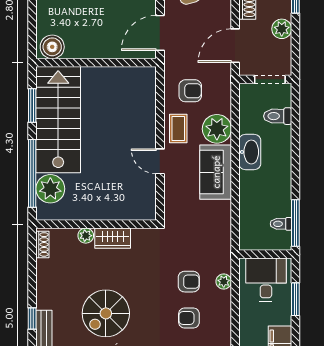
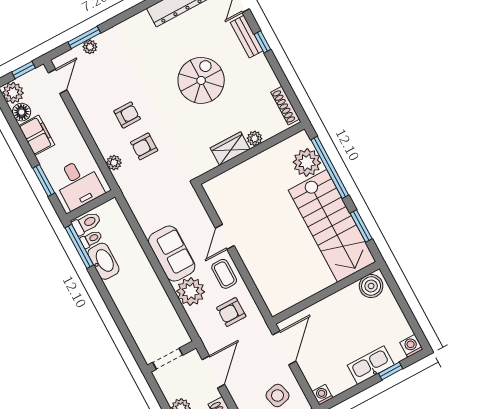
toilet: (278, 116) -> (86, 223), moved
washbasin: (250, 152) -> (103, 261), moved, turned 180
door: (160, 161) -> (225, 237), swing flipped
shoe rack: (42, 244) -> (285, 106), width x1.43

